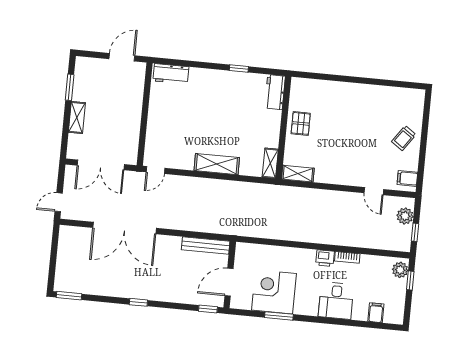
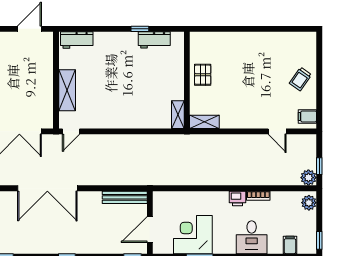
workbench: (275, 92) -> (154, 40), moved, turned -90
shelving: (217, 164) -> (67, 90), moved, turned 90
plant: (405, 216) -> (308, 178), moved
window: (410, 280) -> (319, 240), moved

